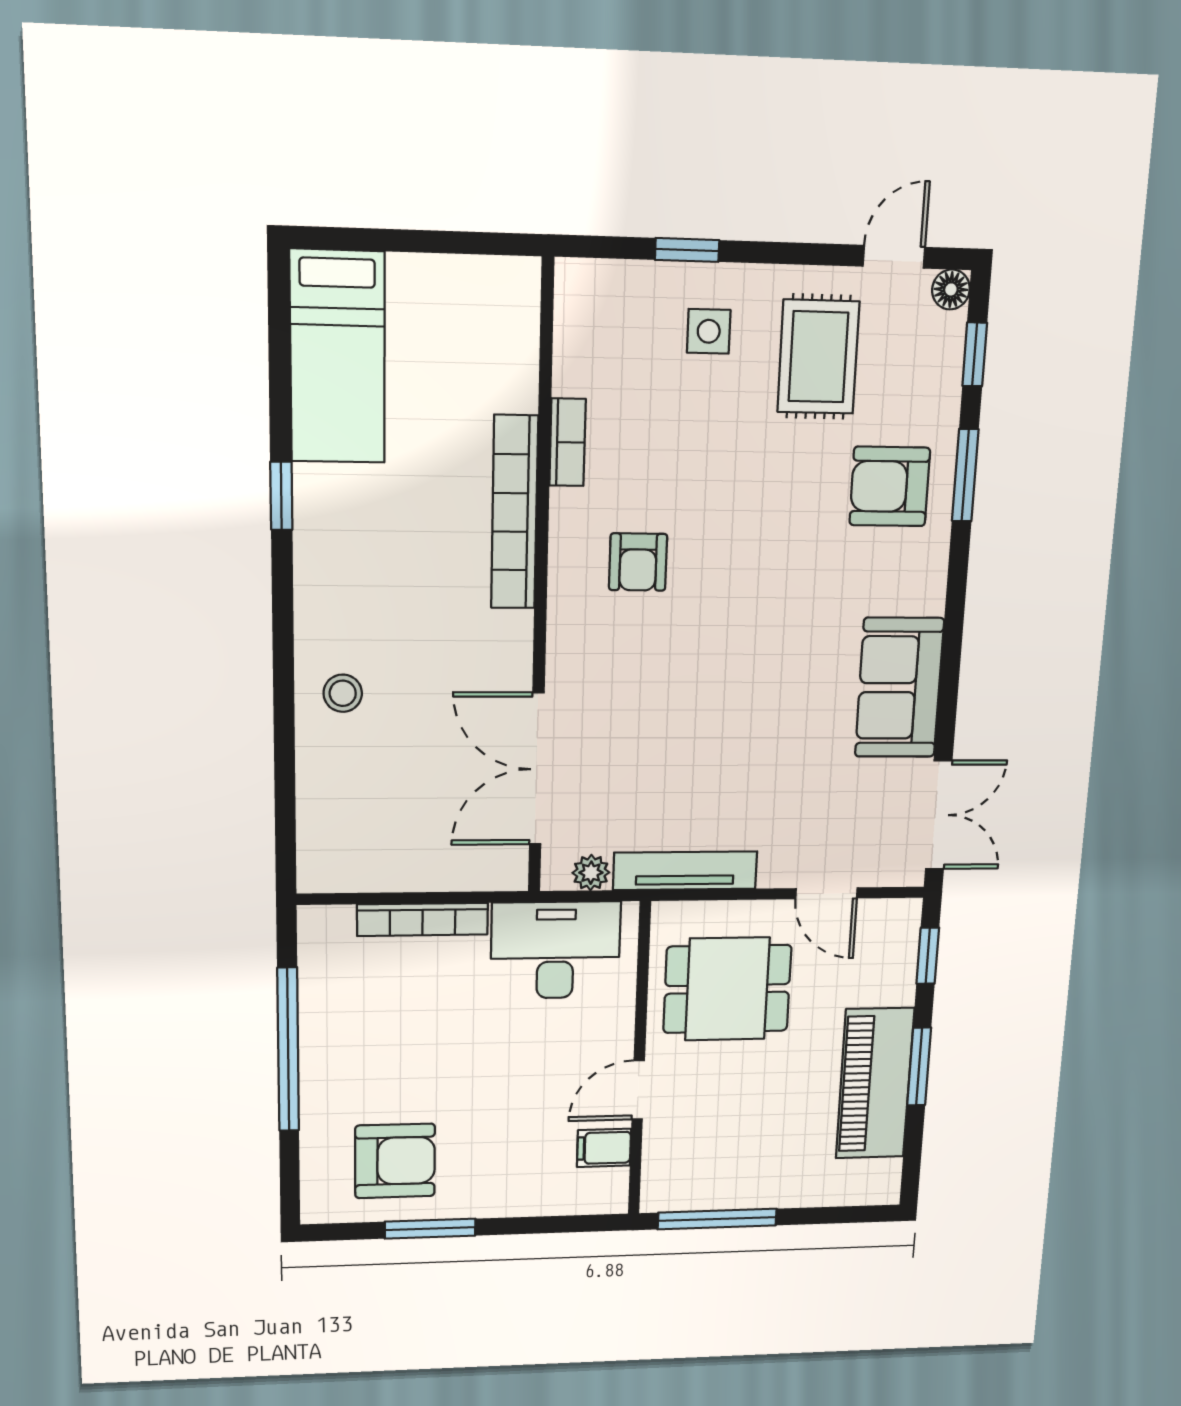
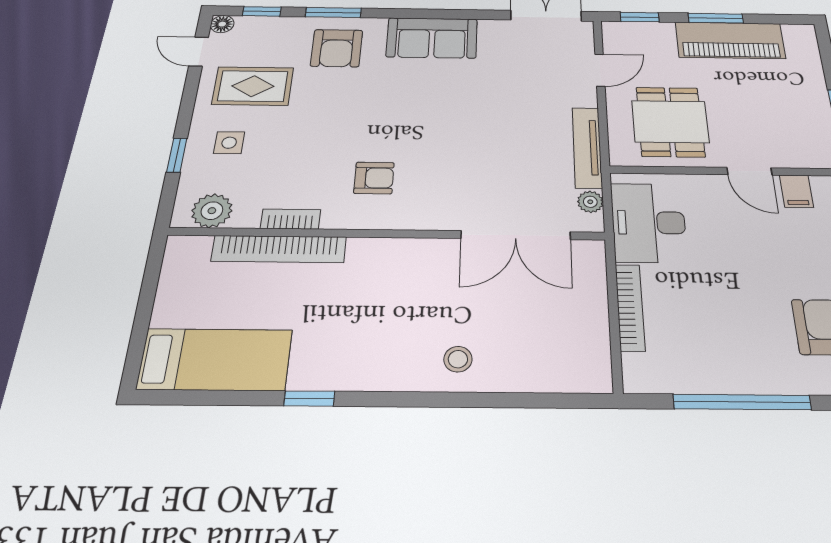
plant: (584, 320) -> (212, 211), added
bookcase: (515, 513) -> (279, 249), moved
sofa: (899, 688) -> (432, 38), moved

